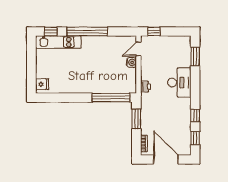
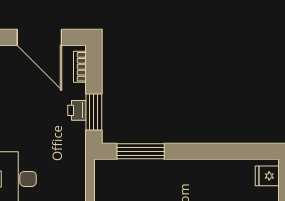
printer: (145, 87) -> (77, 110), moved
window: (111, 98) -> (141, 151), width x0.68

